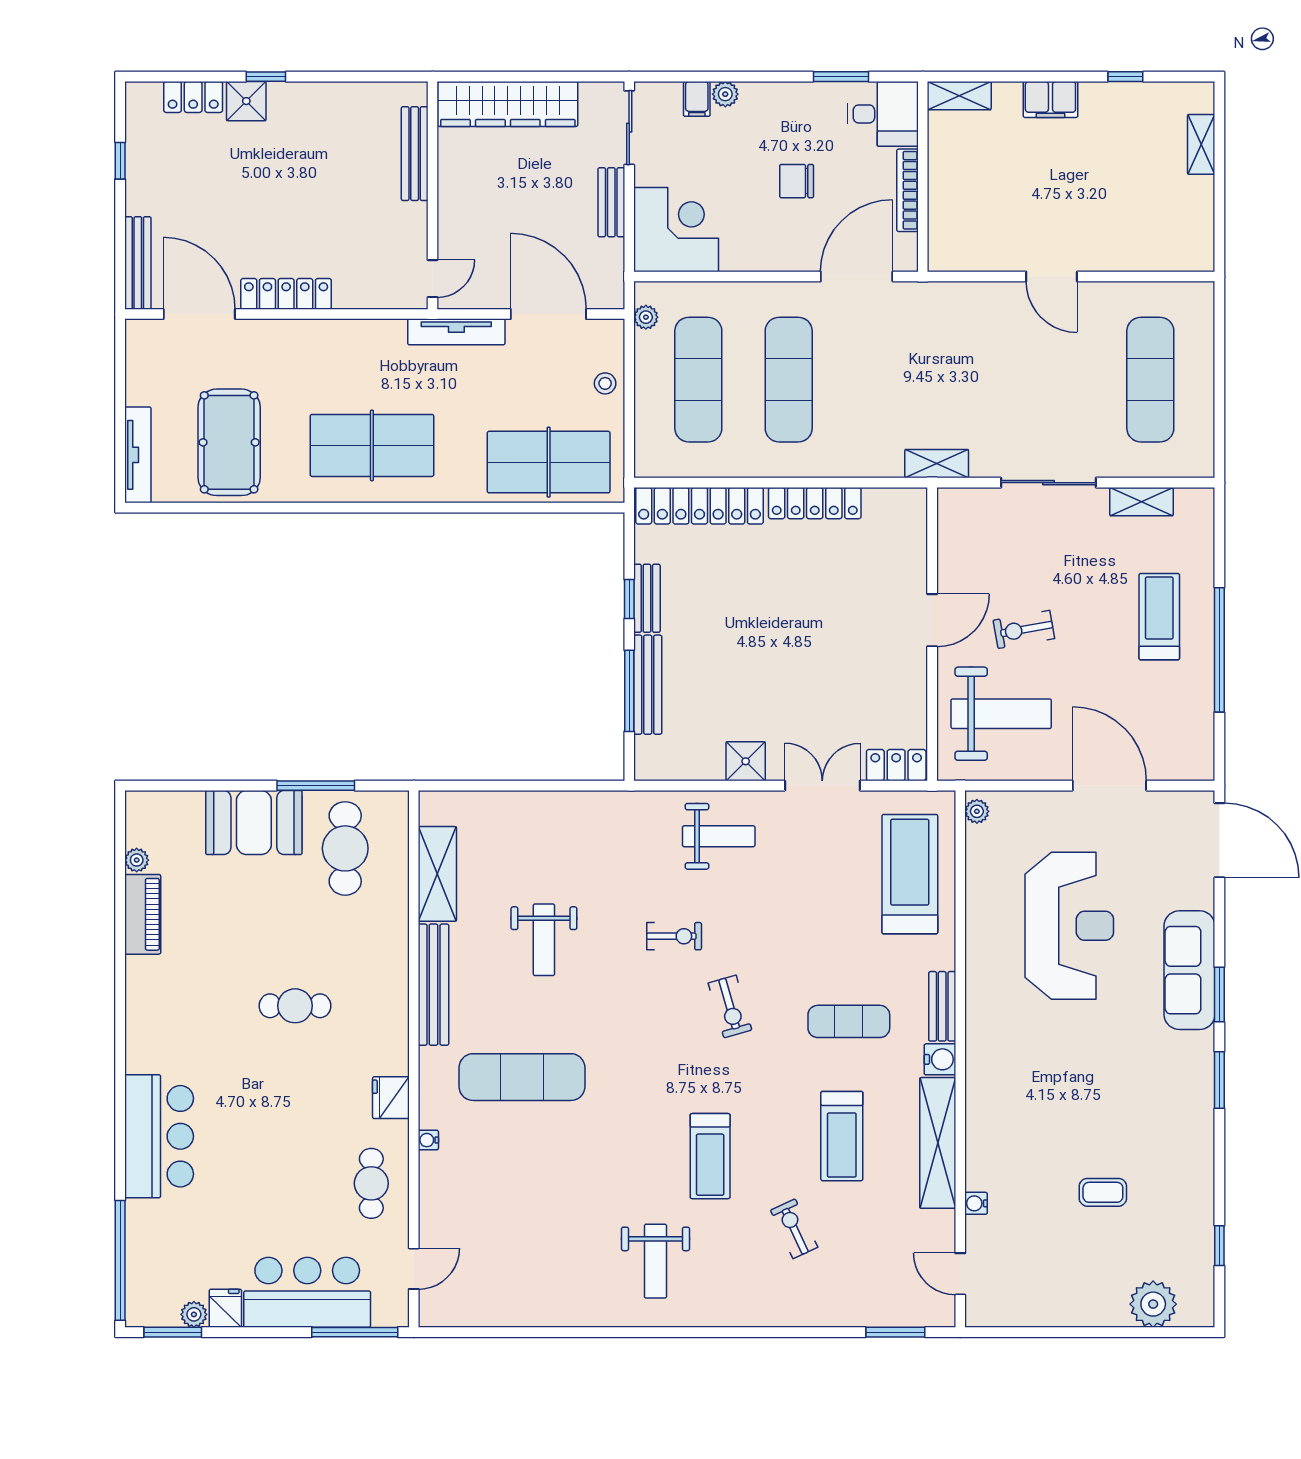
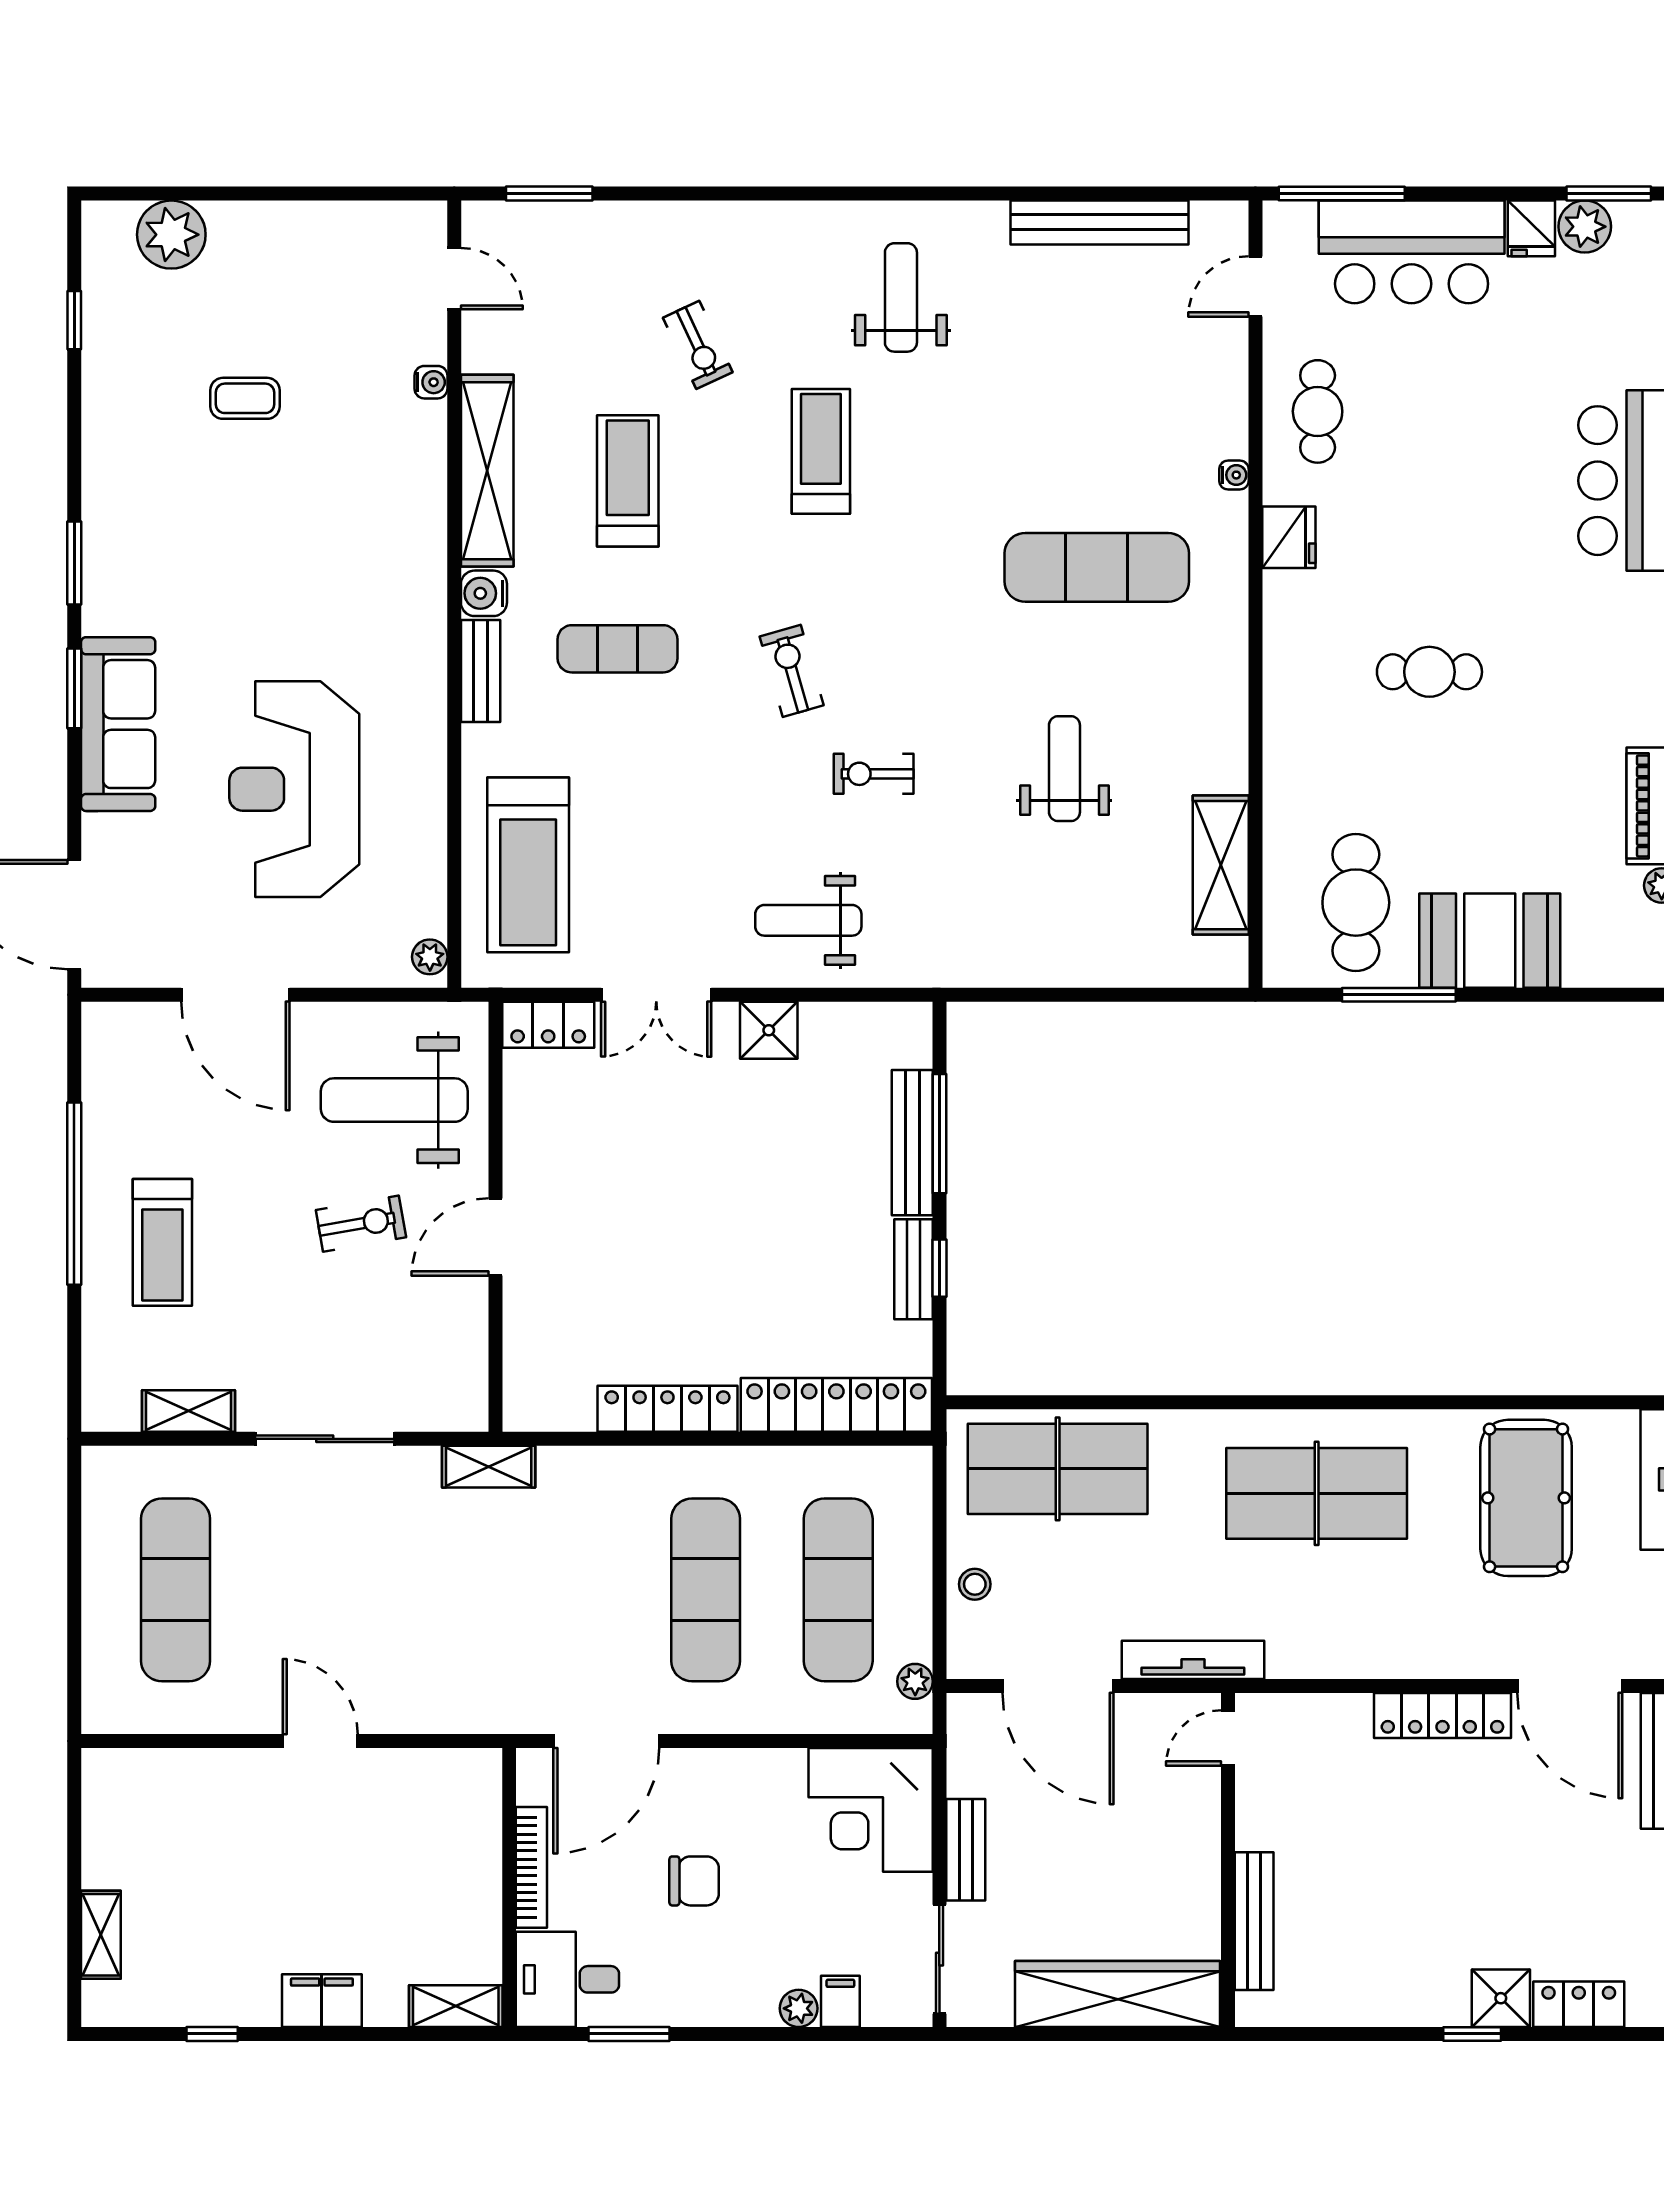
bench: (433, 985) -> (1100, 222), moved, turned 90
plant: (194, 1314) -> (1585, 227), width x1.38, depth x1.38

